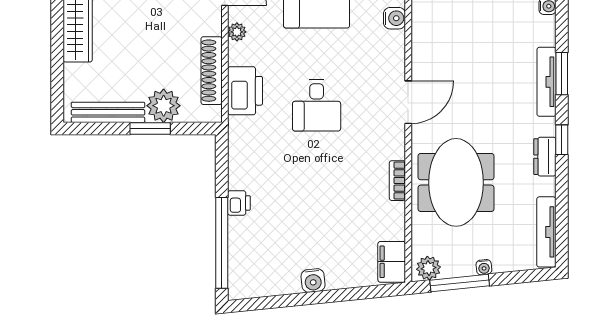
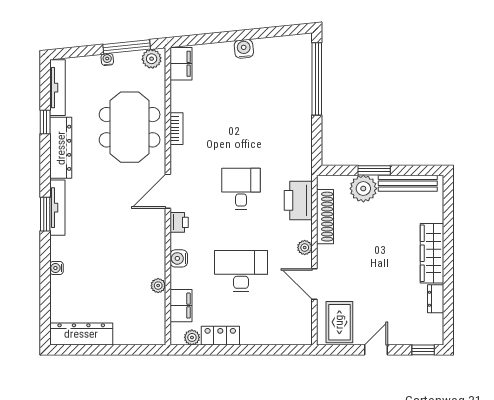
window: (562, 140) -> (45, 122), moved
dresser: (545, 157) -> (61, 148), width x1.96, depth x1.24
printer: (239, 203) -> (179, 222), moved, turned 180

